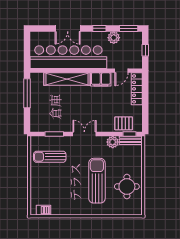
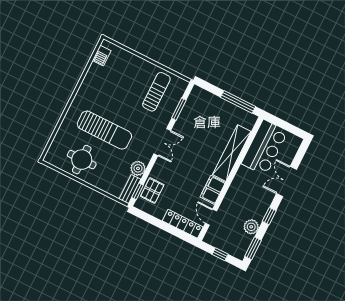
bar counter: (68, 57) -> (264, 147), width x0.54

